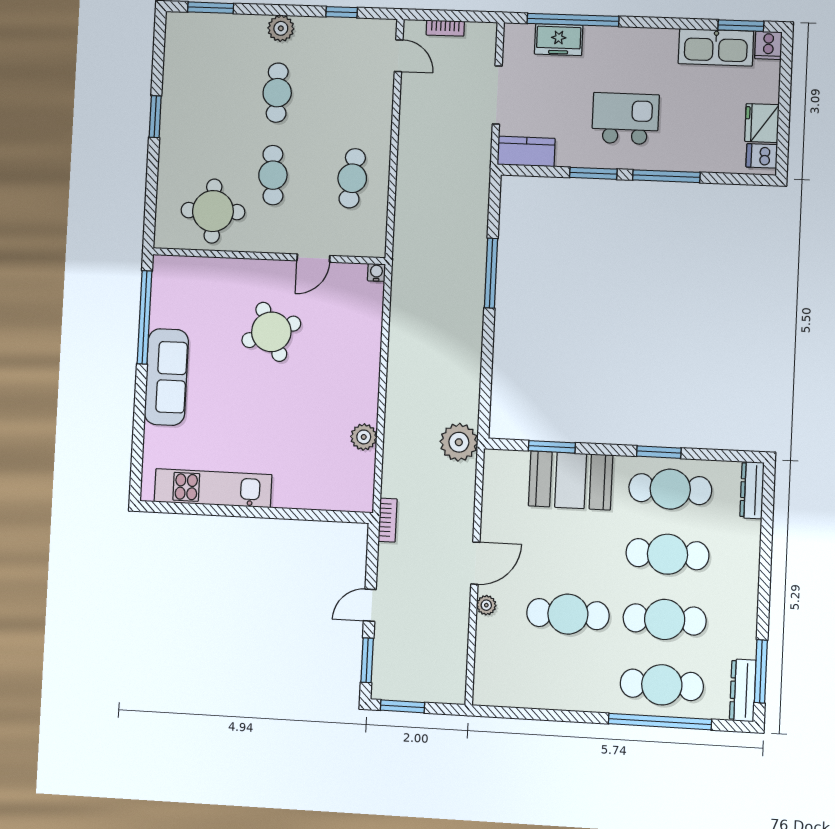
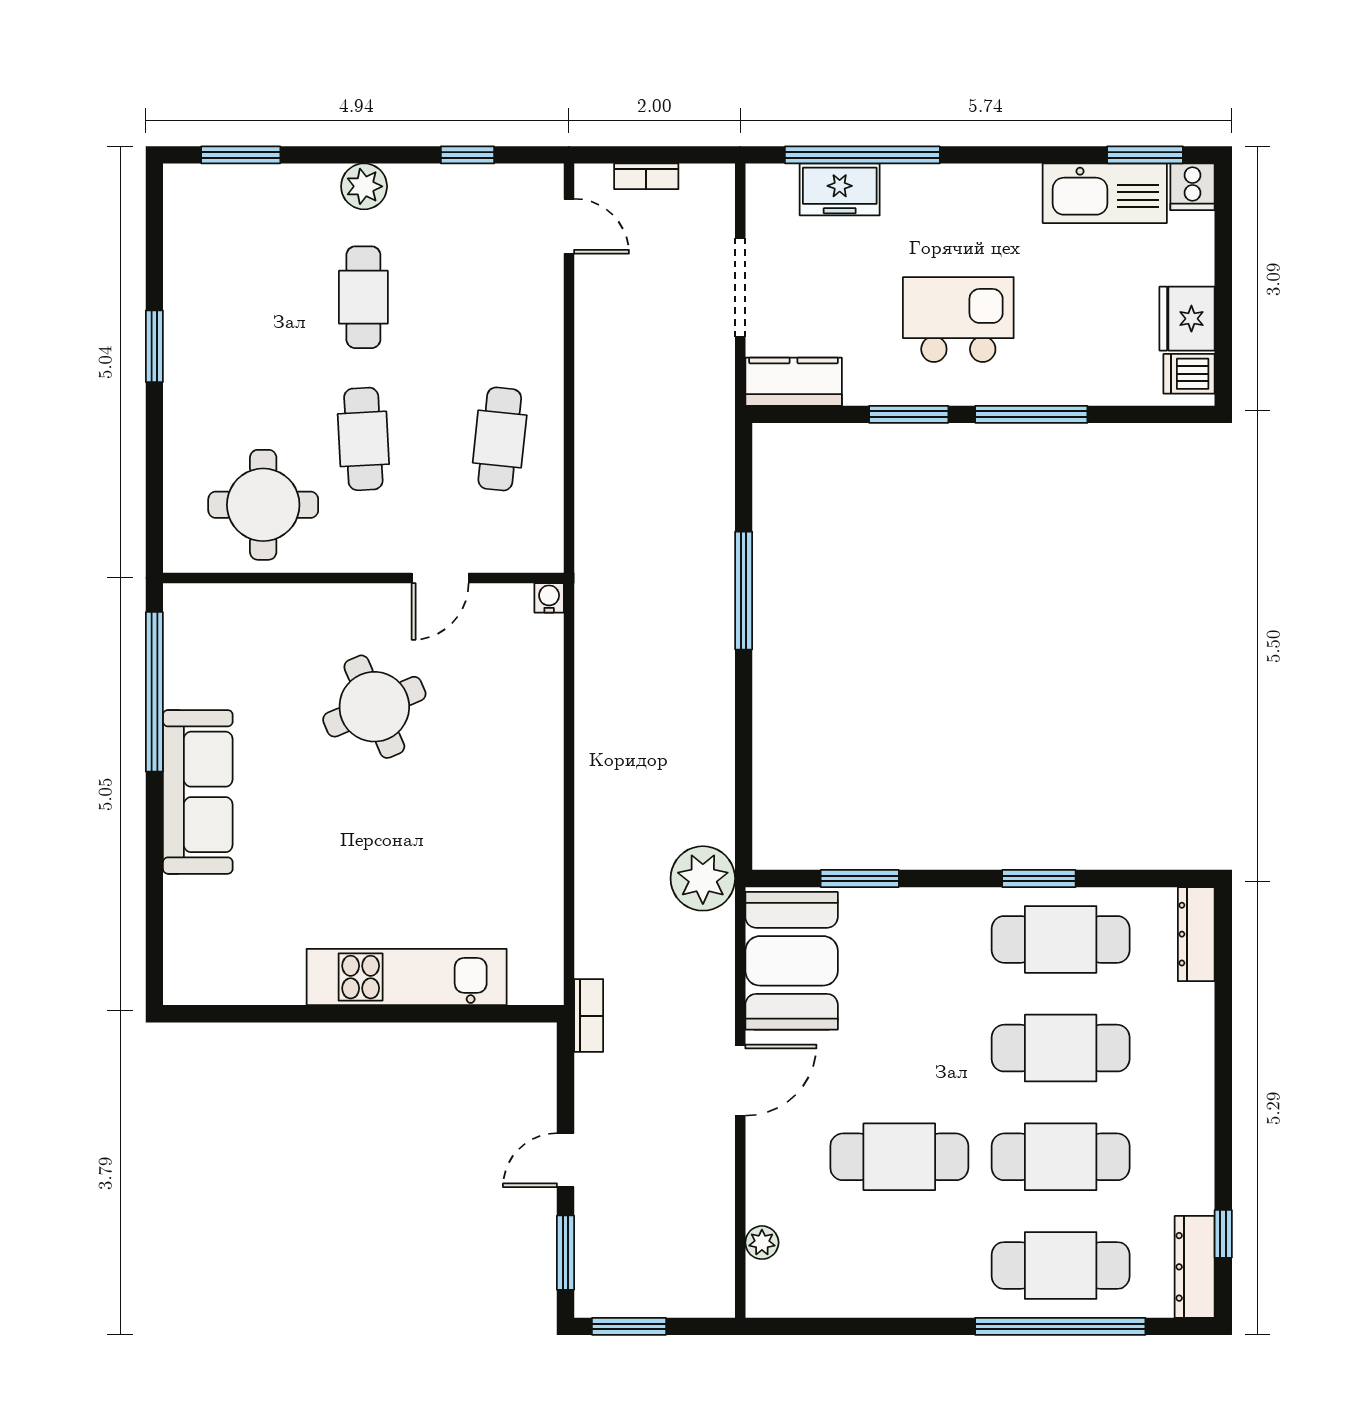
plant: (364, 437) -> (541, 878), removed
booth: (571, 480) -> (792, 961), moved, turned 90
kitchen unit: (213, 488) -> (407, 977), moved
plant: (486, 605) -> (762, 1243), moved
window: (761, 671) -> (1223, 1234), width x0.46

